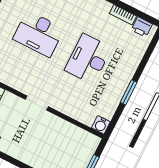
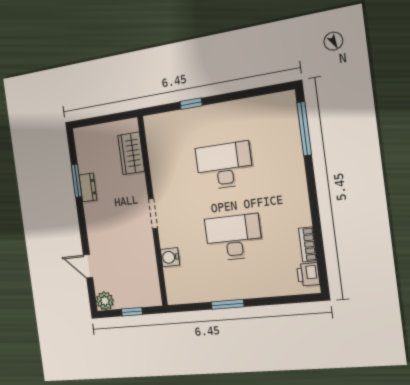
desk: (38, 34) -> (224, 166), turned 90
water cooler: (101, 125) -> (170, 257), moved

